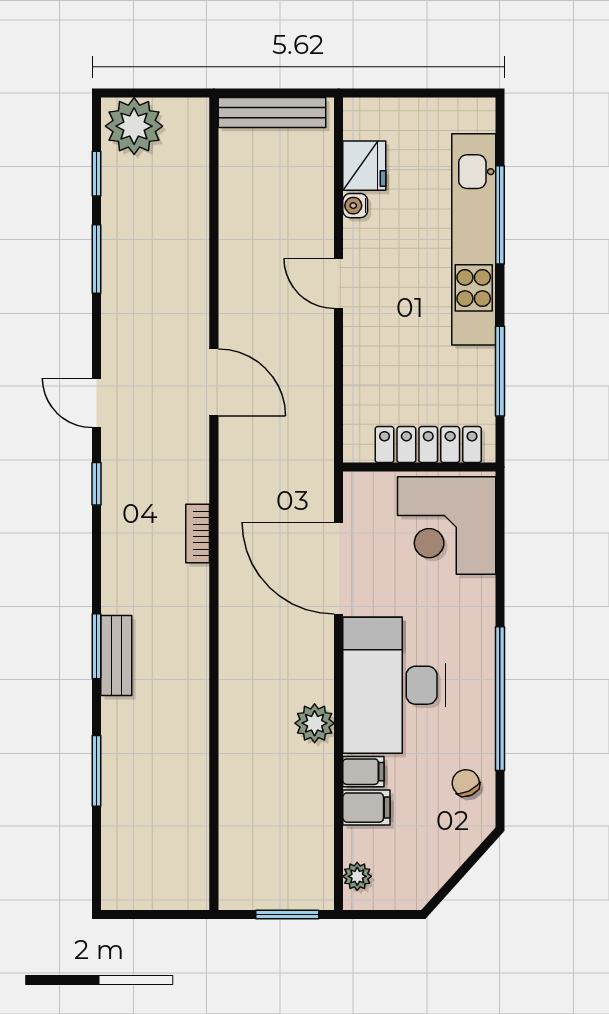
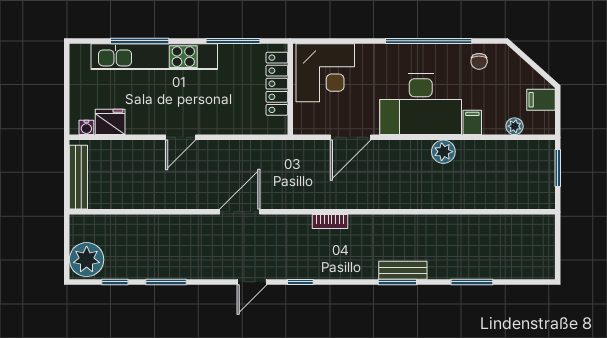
water cooler: (355, 206) -> (86, 127), moved
door: (339, 568) -> (351, 137), width x0.73
chair: (466, 783) -> (479, 61), turned -65
filing cabinet: (366, 808) -> (541, 100), moved, turned -90
plant: (357, 876) -> (515, 126), moved

